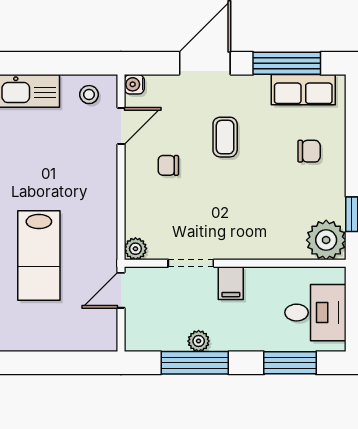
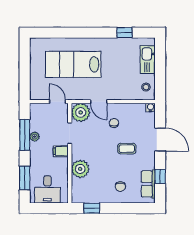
window: (287, 63) -> (160, 176), width x0.46
door: (121, 126) -> (99, 102), moved
plant: (326, 240) -> (80, 169), moved
plant: (135, 249) -> (81, 112), width x1.88, depth x1.88
lab bench: (39, 256) -> (73, 64), width x1.36, depth x1.39

